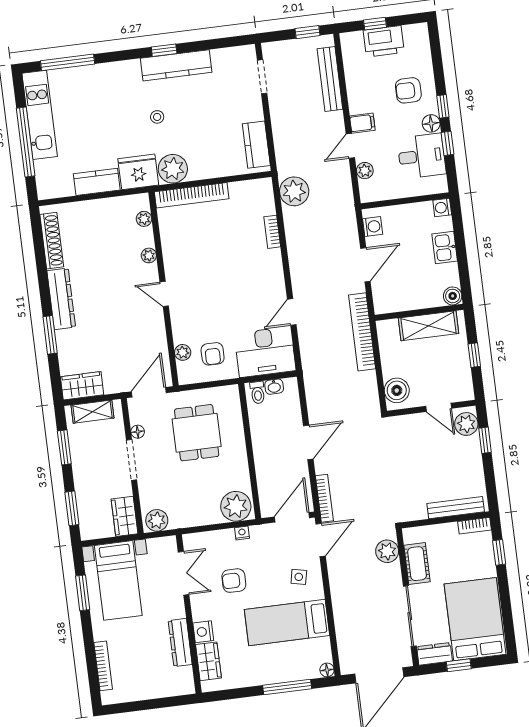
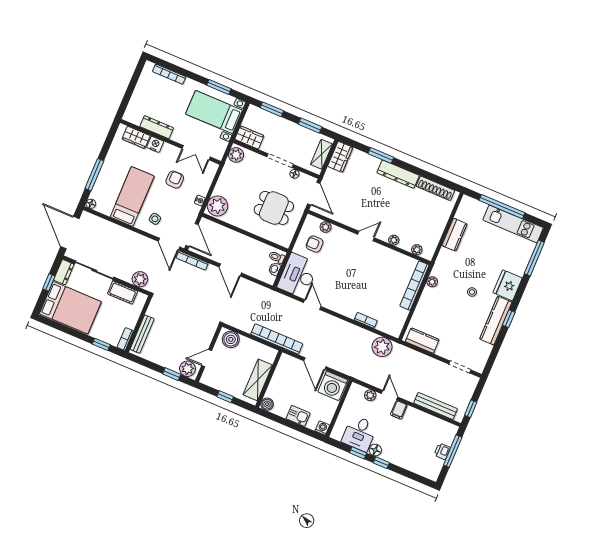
window: (375, 24) -> (453, 451), width x2.17
printer: (384, 41) -> (442, 451), width x0.53, depth x0.68
armchair: (408, 90) -> (402, 448), removed
plant: (173, 169) -> (432, 282), width x0.53, depth x0.53
fridge: (138, 172) -> (508, 285), moved, turned 180
washing machine: (373, 226) -> (333, 386), width x1.89, depth x1.89

